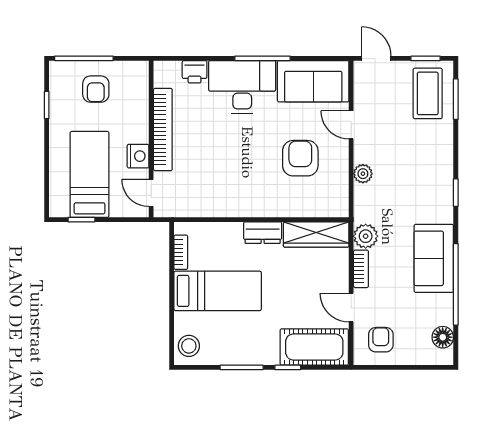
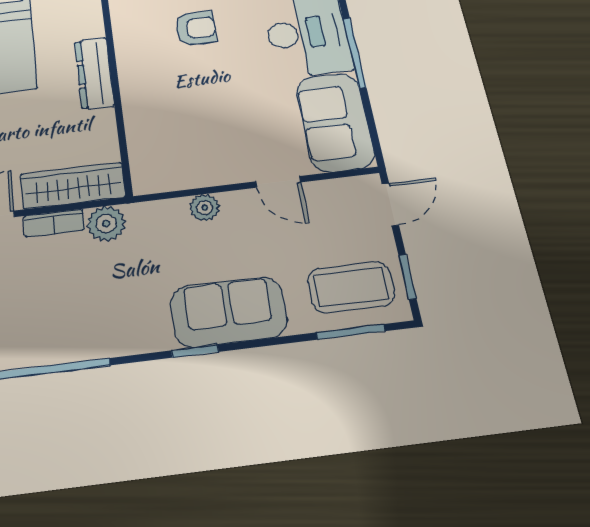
door: (351, 125) -> (278, 182), swing flipped
armchair: (300, 158) -> (196, 28), moved, width x0.72, depth x0.72
dresser: (263, 233) -> (94, 73), width x1.44
wardrobe: (316, 235) -> (73, 186), moved, turned 90
sofa: (434, 258) -> (229, 312), moved

